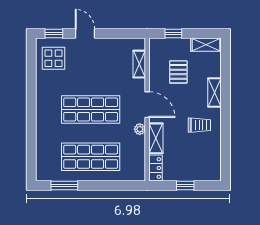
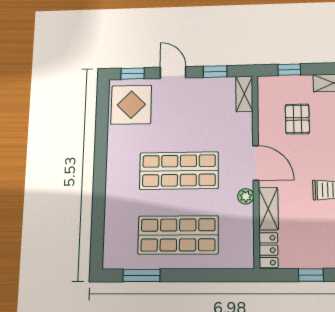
window: (117, 34) -> (215, 72), added
display table: (53, 58) -> (131, 105), width x1.36, depth x1.36
shelving: (139, 64) -> (244, 94), moved

